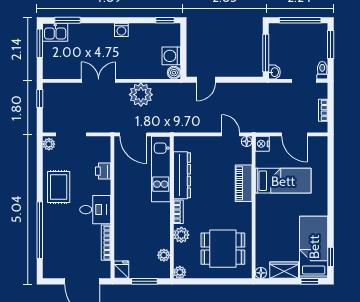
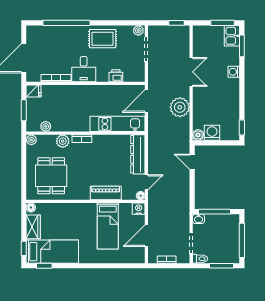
washing machine: (121, 30) -> (234, 72), moved
dresser: (182, 175) -> (138, 154), moved, turned 90

